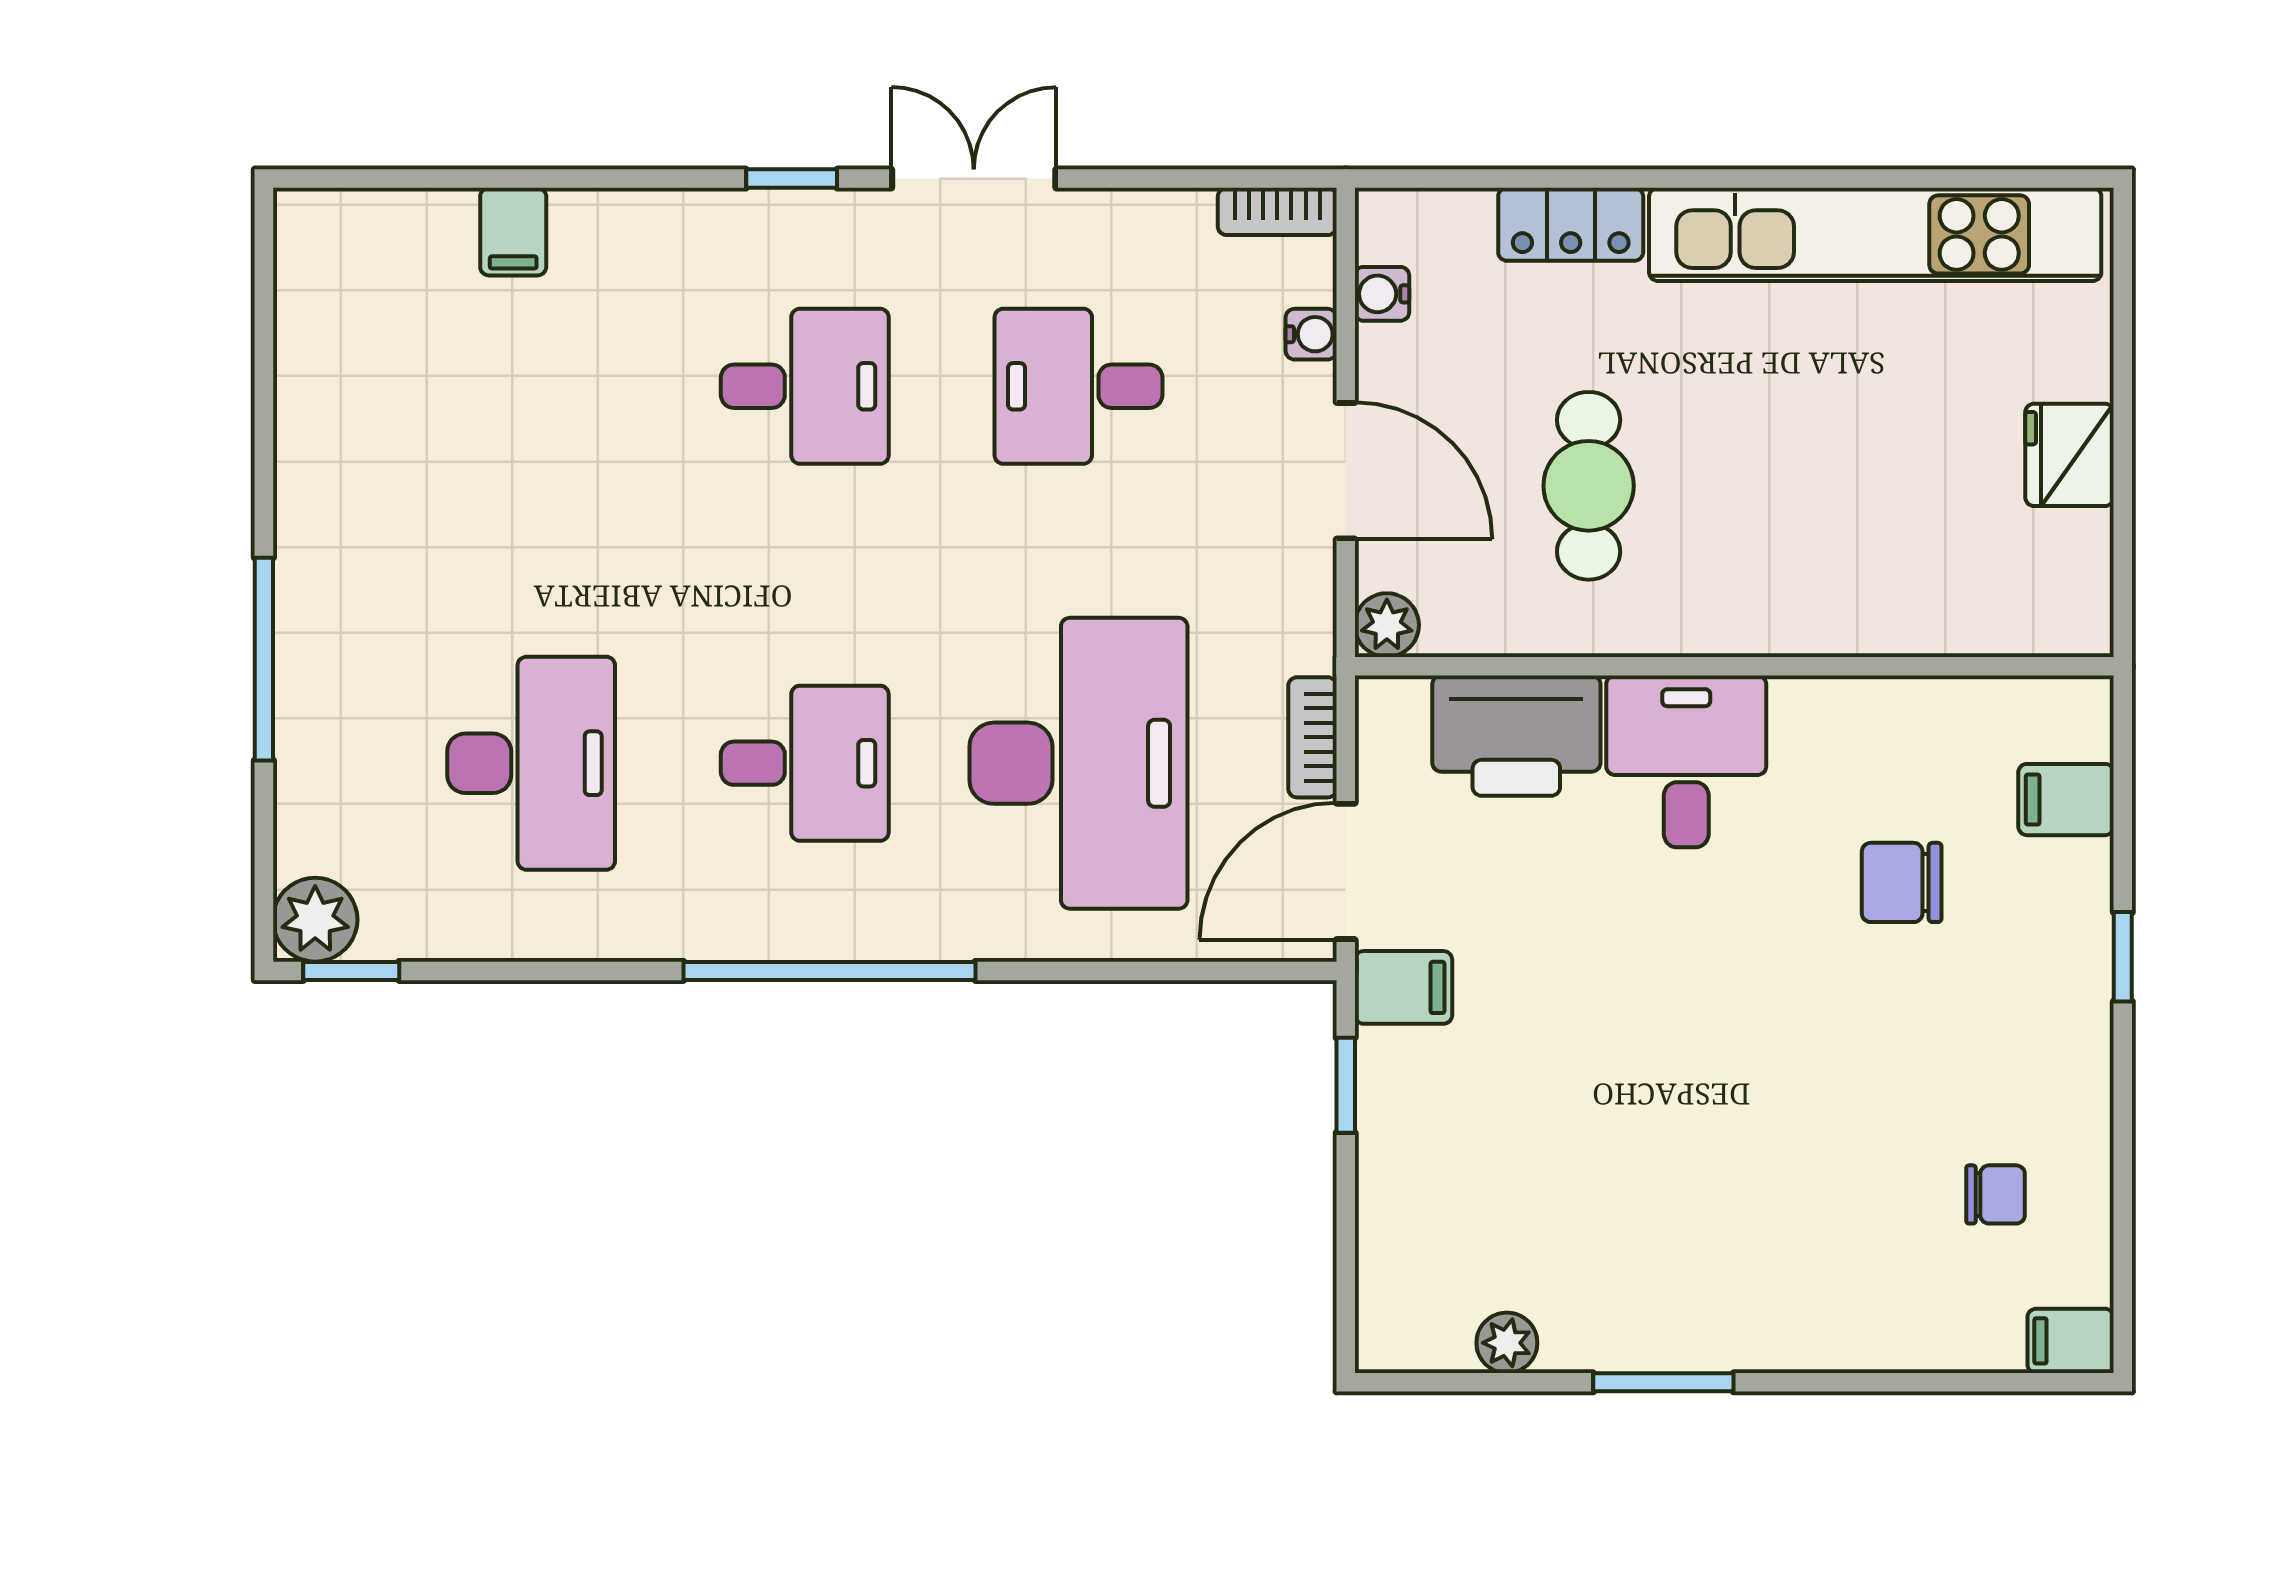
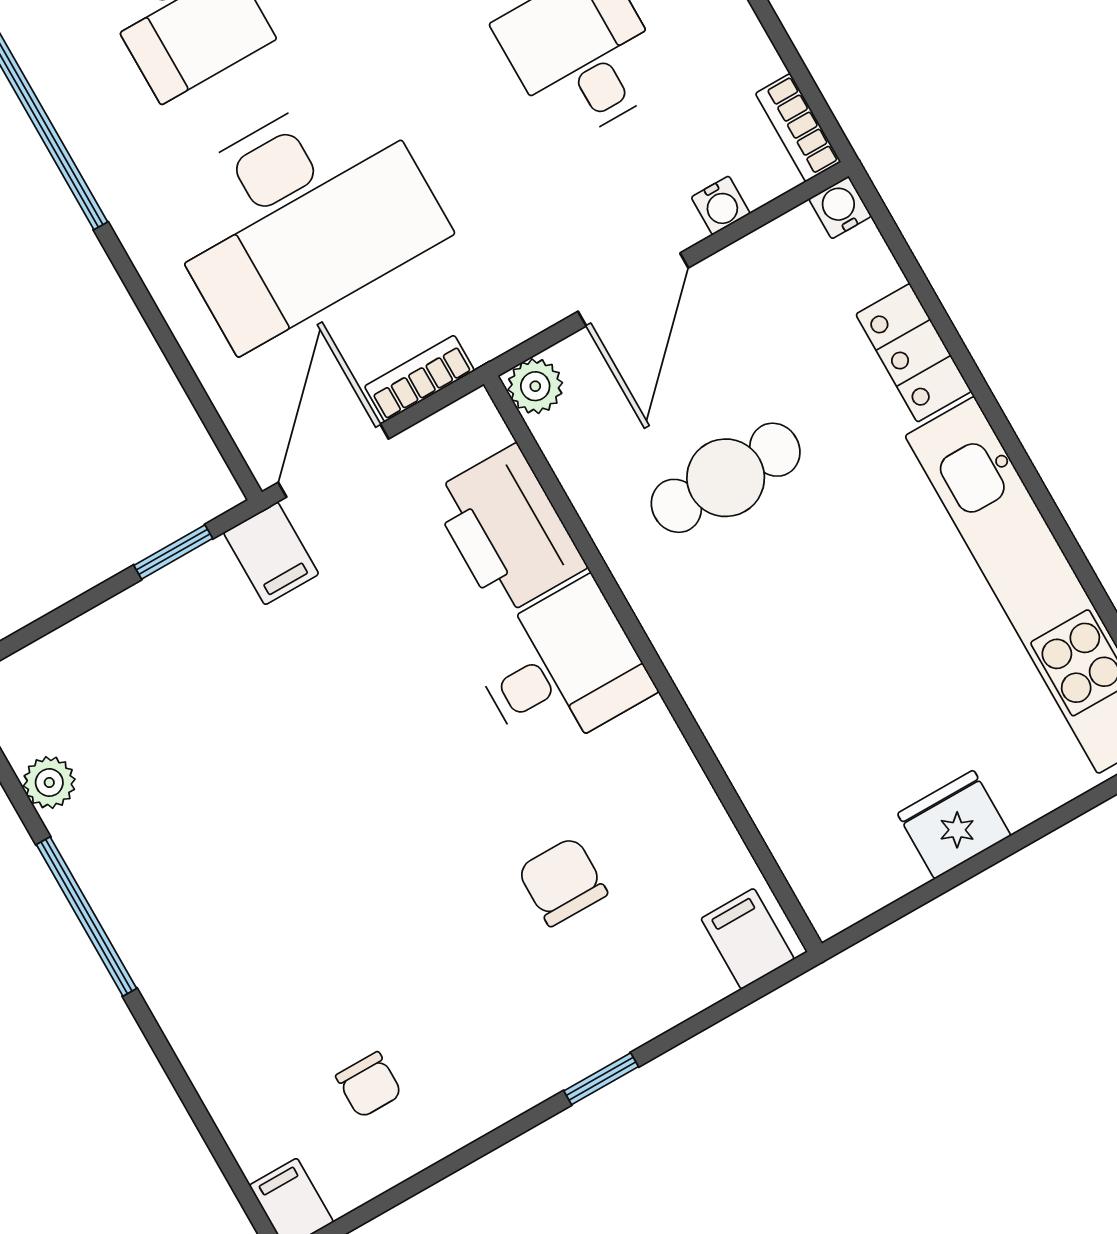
water cooler: (1382, 294) -> (840, 207), moved
filing cabinet: (2066, 800) -> (748, 939), moved
door: (1346, 871) -> (333, 461), hinge flipped
window: (1663, 1382) -> (87, 917), width x1.44

